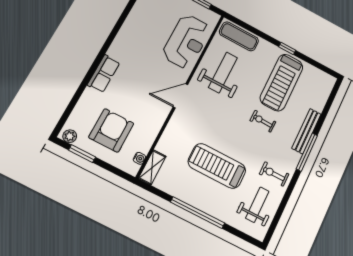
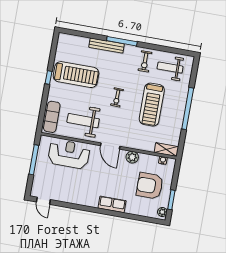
plant: (157, 119) -> (132, 157), added
exercise bike: (263, 121) -> (117, 97), moved

